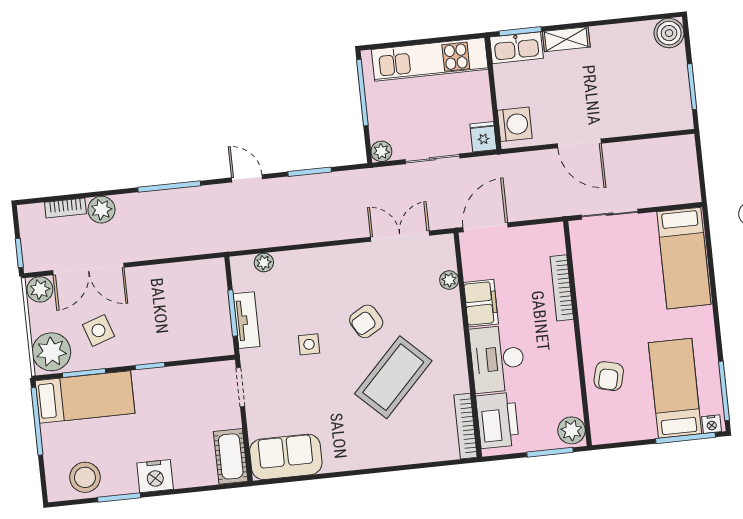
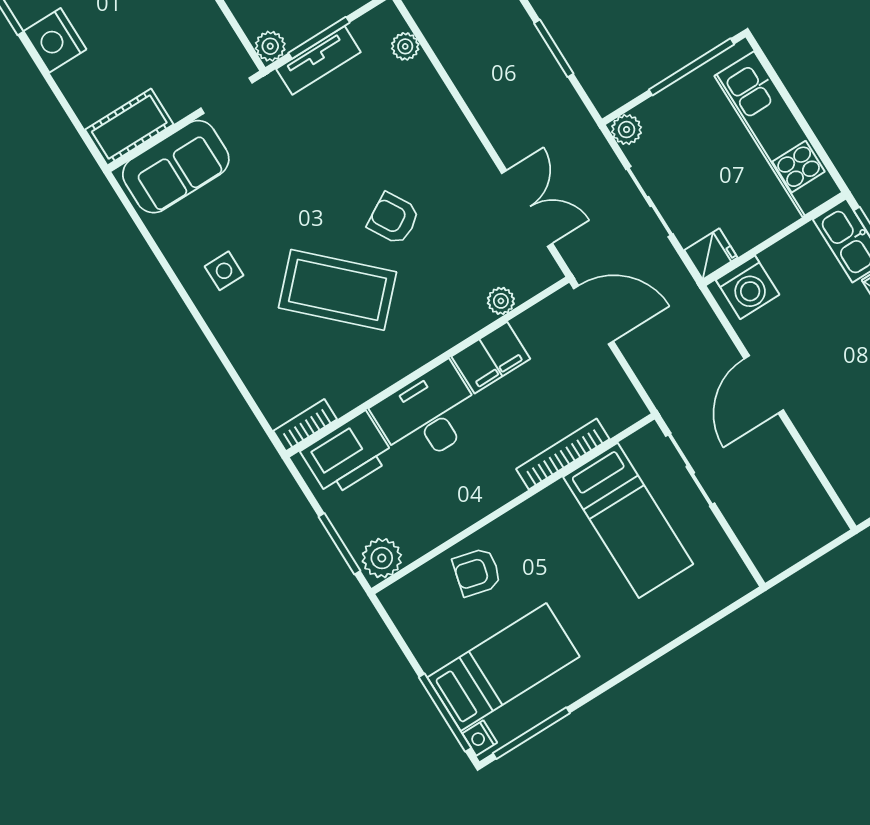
bed: (684, 258) -> (628, 520), moved, turned -90
side table: (309, 344) -> (224, 271), moved
plant: (223, 345) -> (270, 46), added
bookcase: (466, 426) -> (305, 425), width x0.64
sofa: (286, 457) -> (176, 167), moved, turned 90

